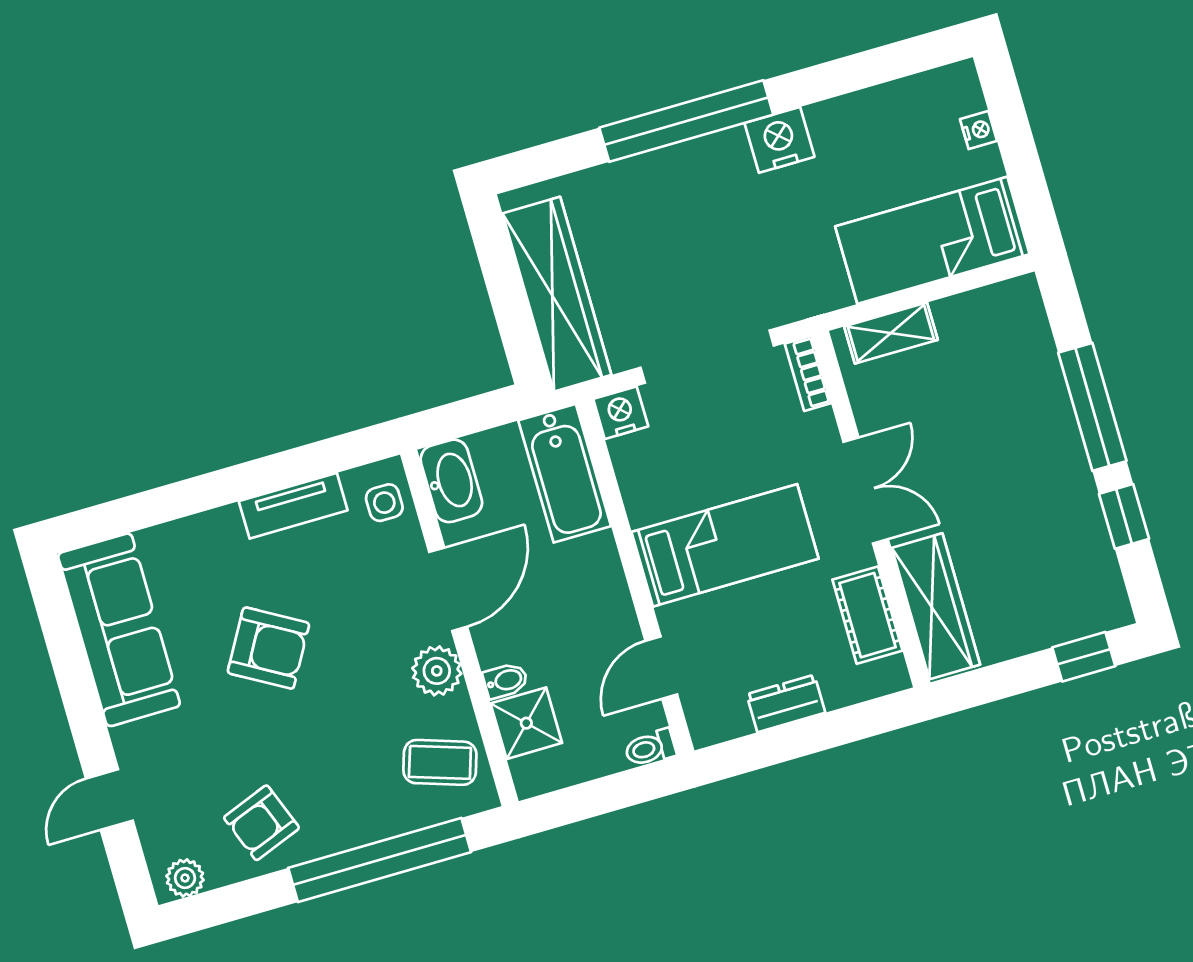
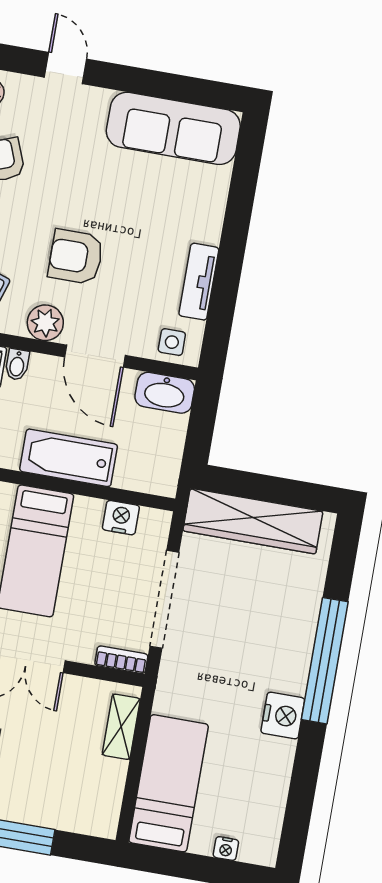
nightstand: (621, 413) -> (121, 518), moved, turned -90
bathtub: (565, 473) -> (69, 458), moved
armchair: (268, 648) -> (76, 257), moved, turned 60

